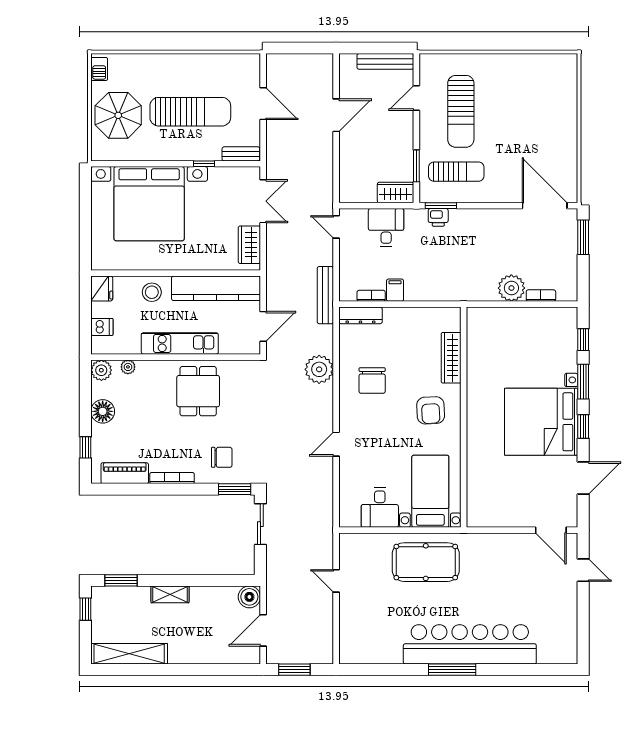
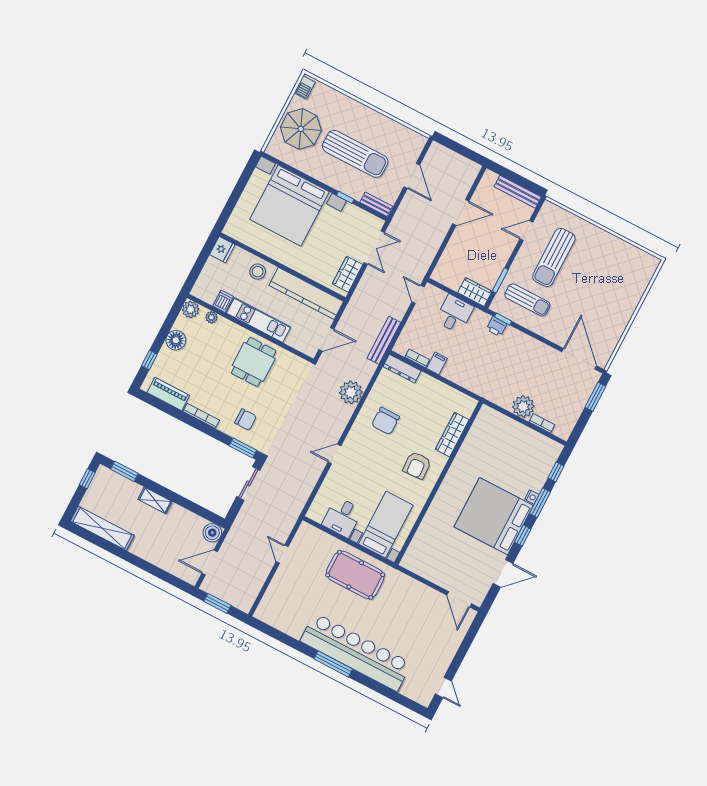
window: (441, 206) -> (503, 319), width x0.67
dishwasher: (102, 327) -> (223, 301), moved, turned -90
door: (583, 570) -> (443, 687), moved

